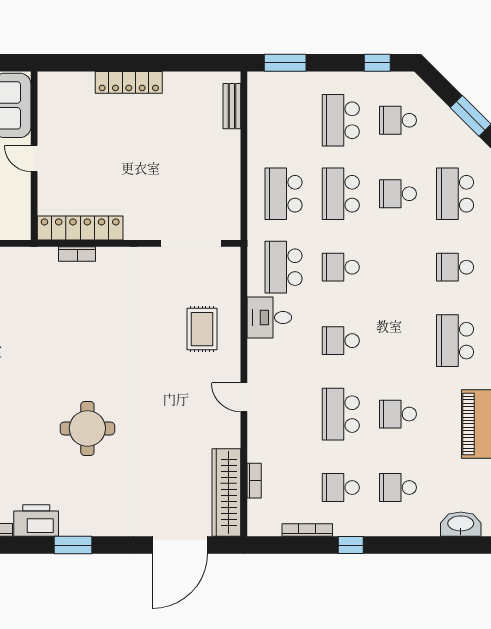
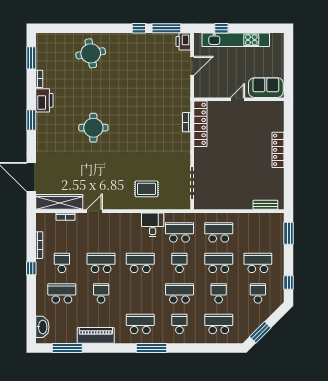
school desk: (398, 267) -> (179, 293), added
school desk: (341, 341) -> (140, 263), width x1.85
door: (244, 397) -> (94, 211), moved
school desk: (398, 488) -> (62, 293), width x1.85

